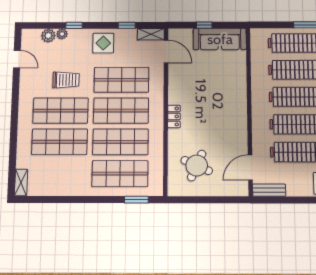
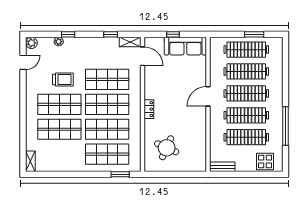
plant: (48, 36) -> (31, 43), moved
display table: (103, 43) -> (92, 49), removed
door: (17, 59) -> (23, 62), hinge flipped
door: (250, 168) -> (208, 96), moved

